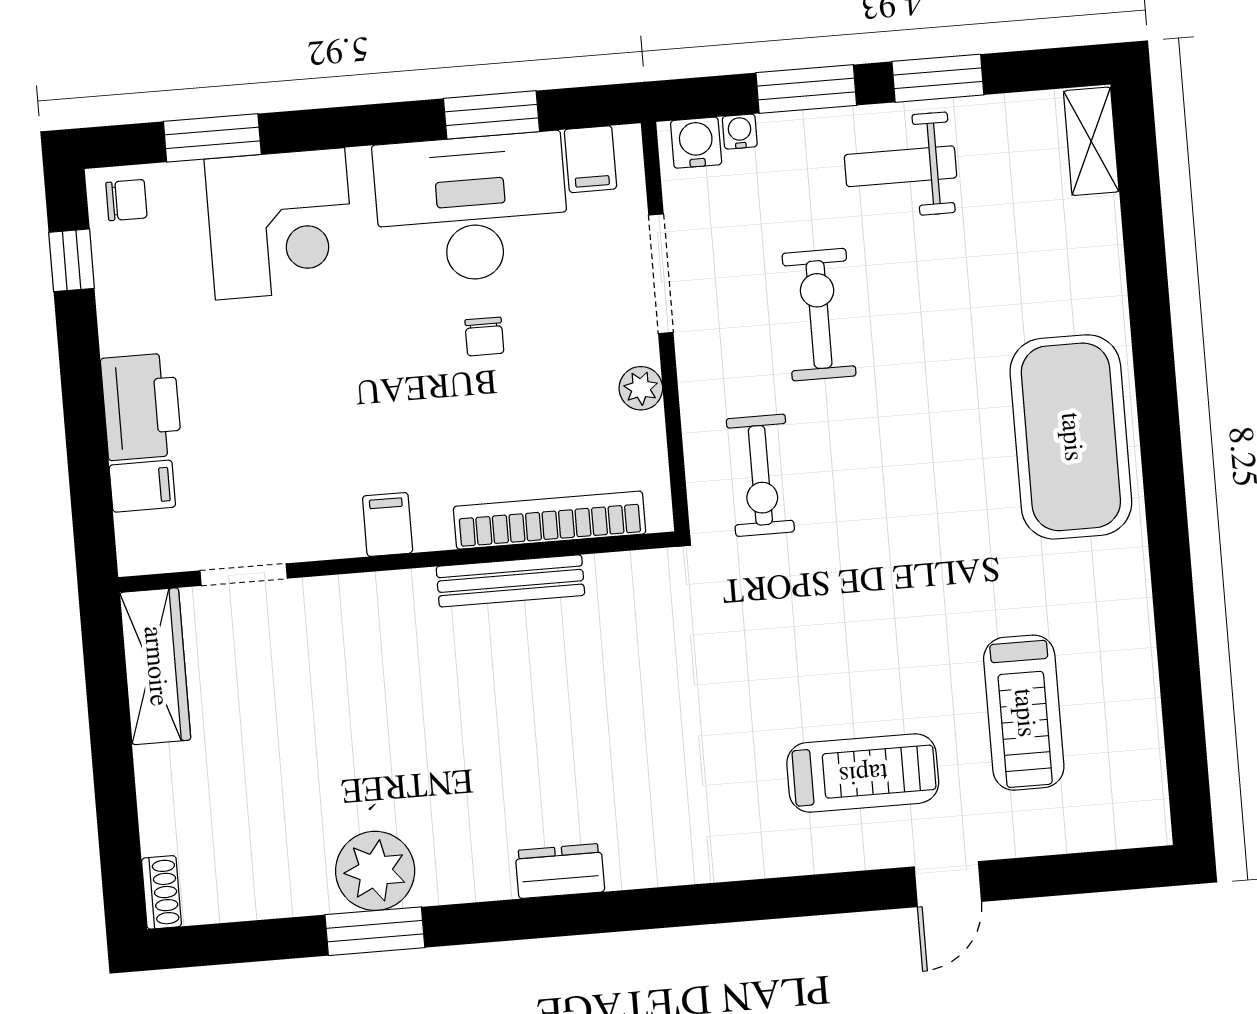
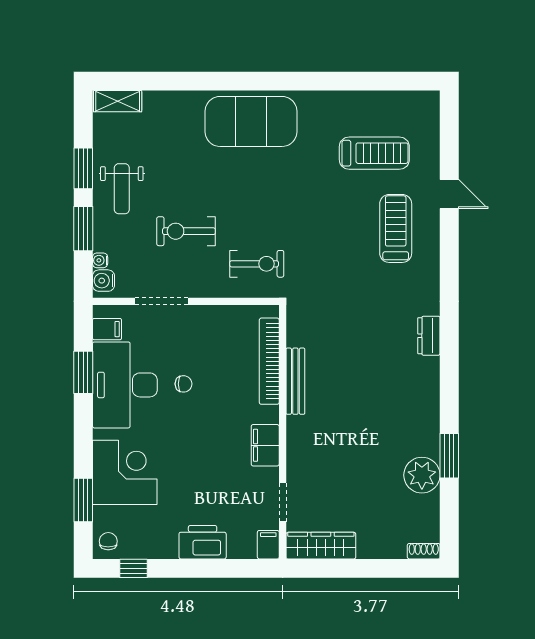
plant: (641, 388) -> (213, 315), removed
filing cabinet: (142, 486) -> (268, 545), moved
filing cabinet: (388, 524) -> (265, 445), width x2.00
plant: (375, 871) -> (422, 475), moved
dresser: (560, 871) -> (429, 336), moved

